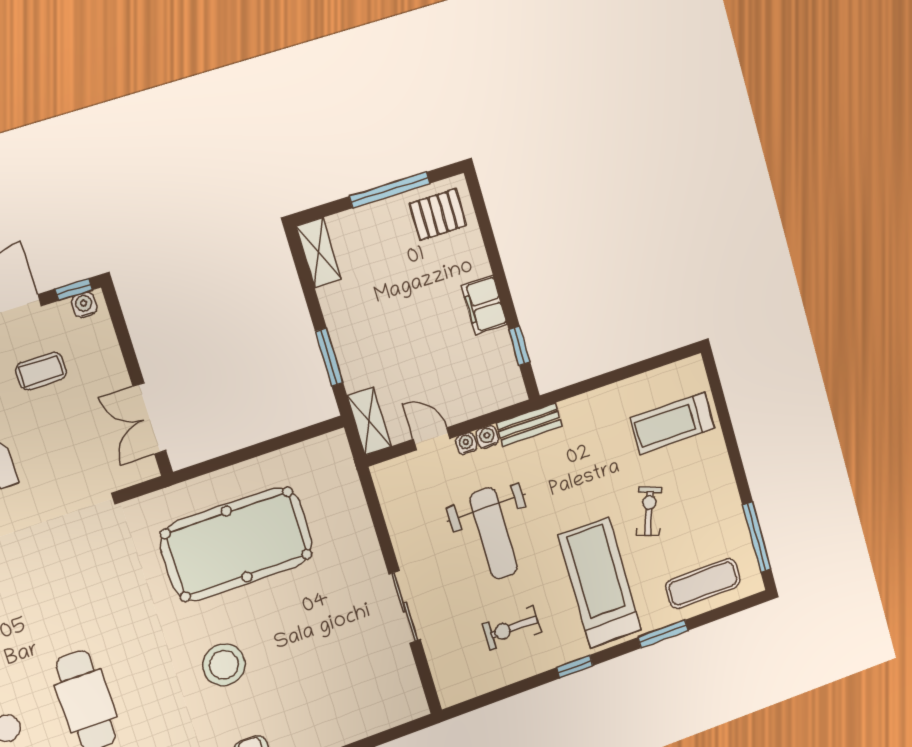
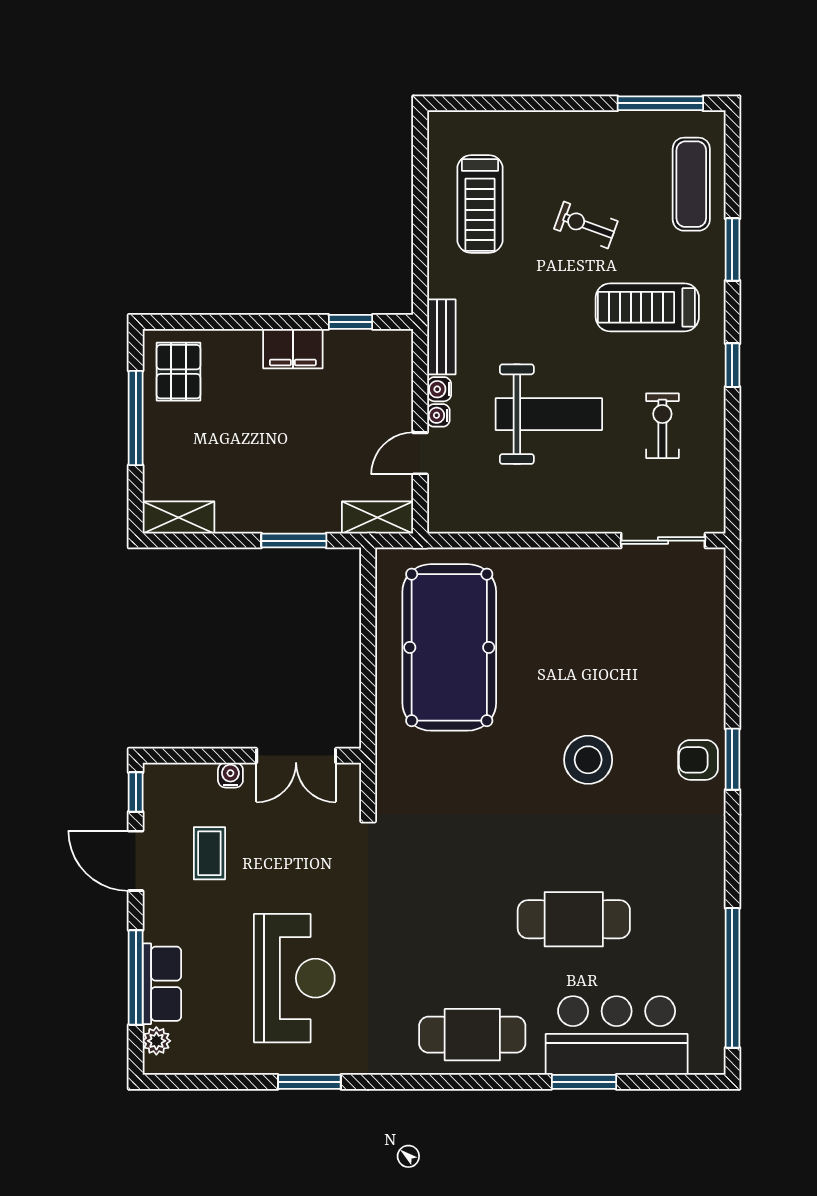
water cooler: (84, 305) -> (230, 775), moved, turned 90
treadmill: (672, 423) -> (480, 204), moved
pool table: (237, 544) -> (449, 647), moved
treadmill: (600, 583) -> (647, 307), width x0.73, depth x0.73
sliding door: (405, 607) -> (663, 541), moved
exercise bike: (512, 628) -> (662, 426), turned 180

